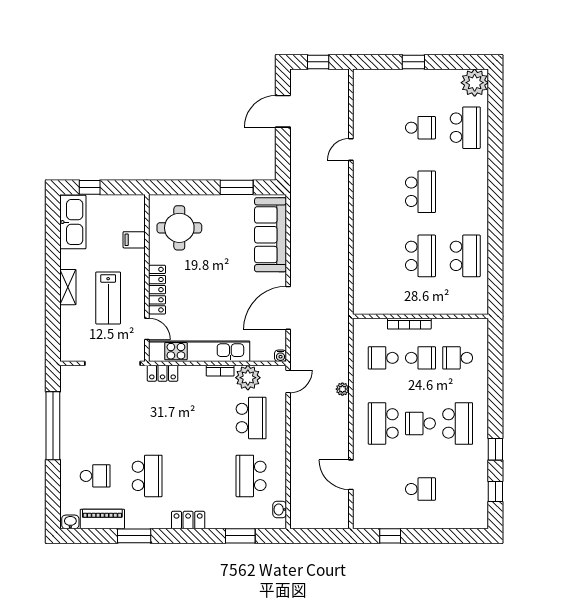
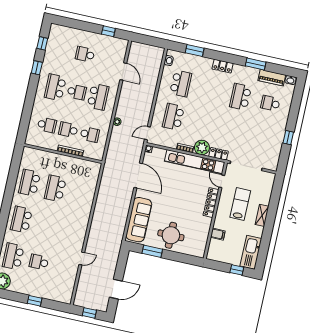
school desk: (420, 192) -> (21, 220), moved
round table: (179, 228) -> (171, 235), moved
door: (288, 308) -> (138, 175), hinge flipped
plant: (248, 378) -> (202, 147), moved
window: (53, 426) -> (288, 138), width x0.32

